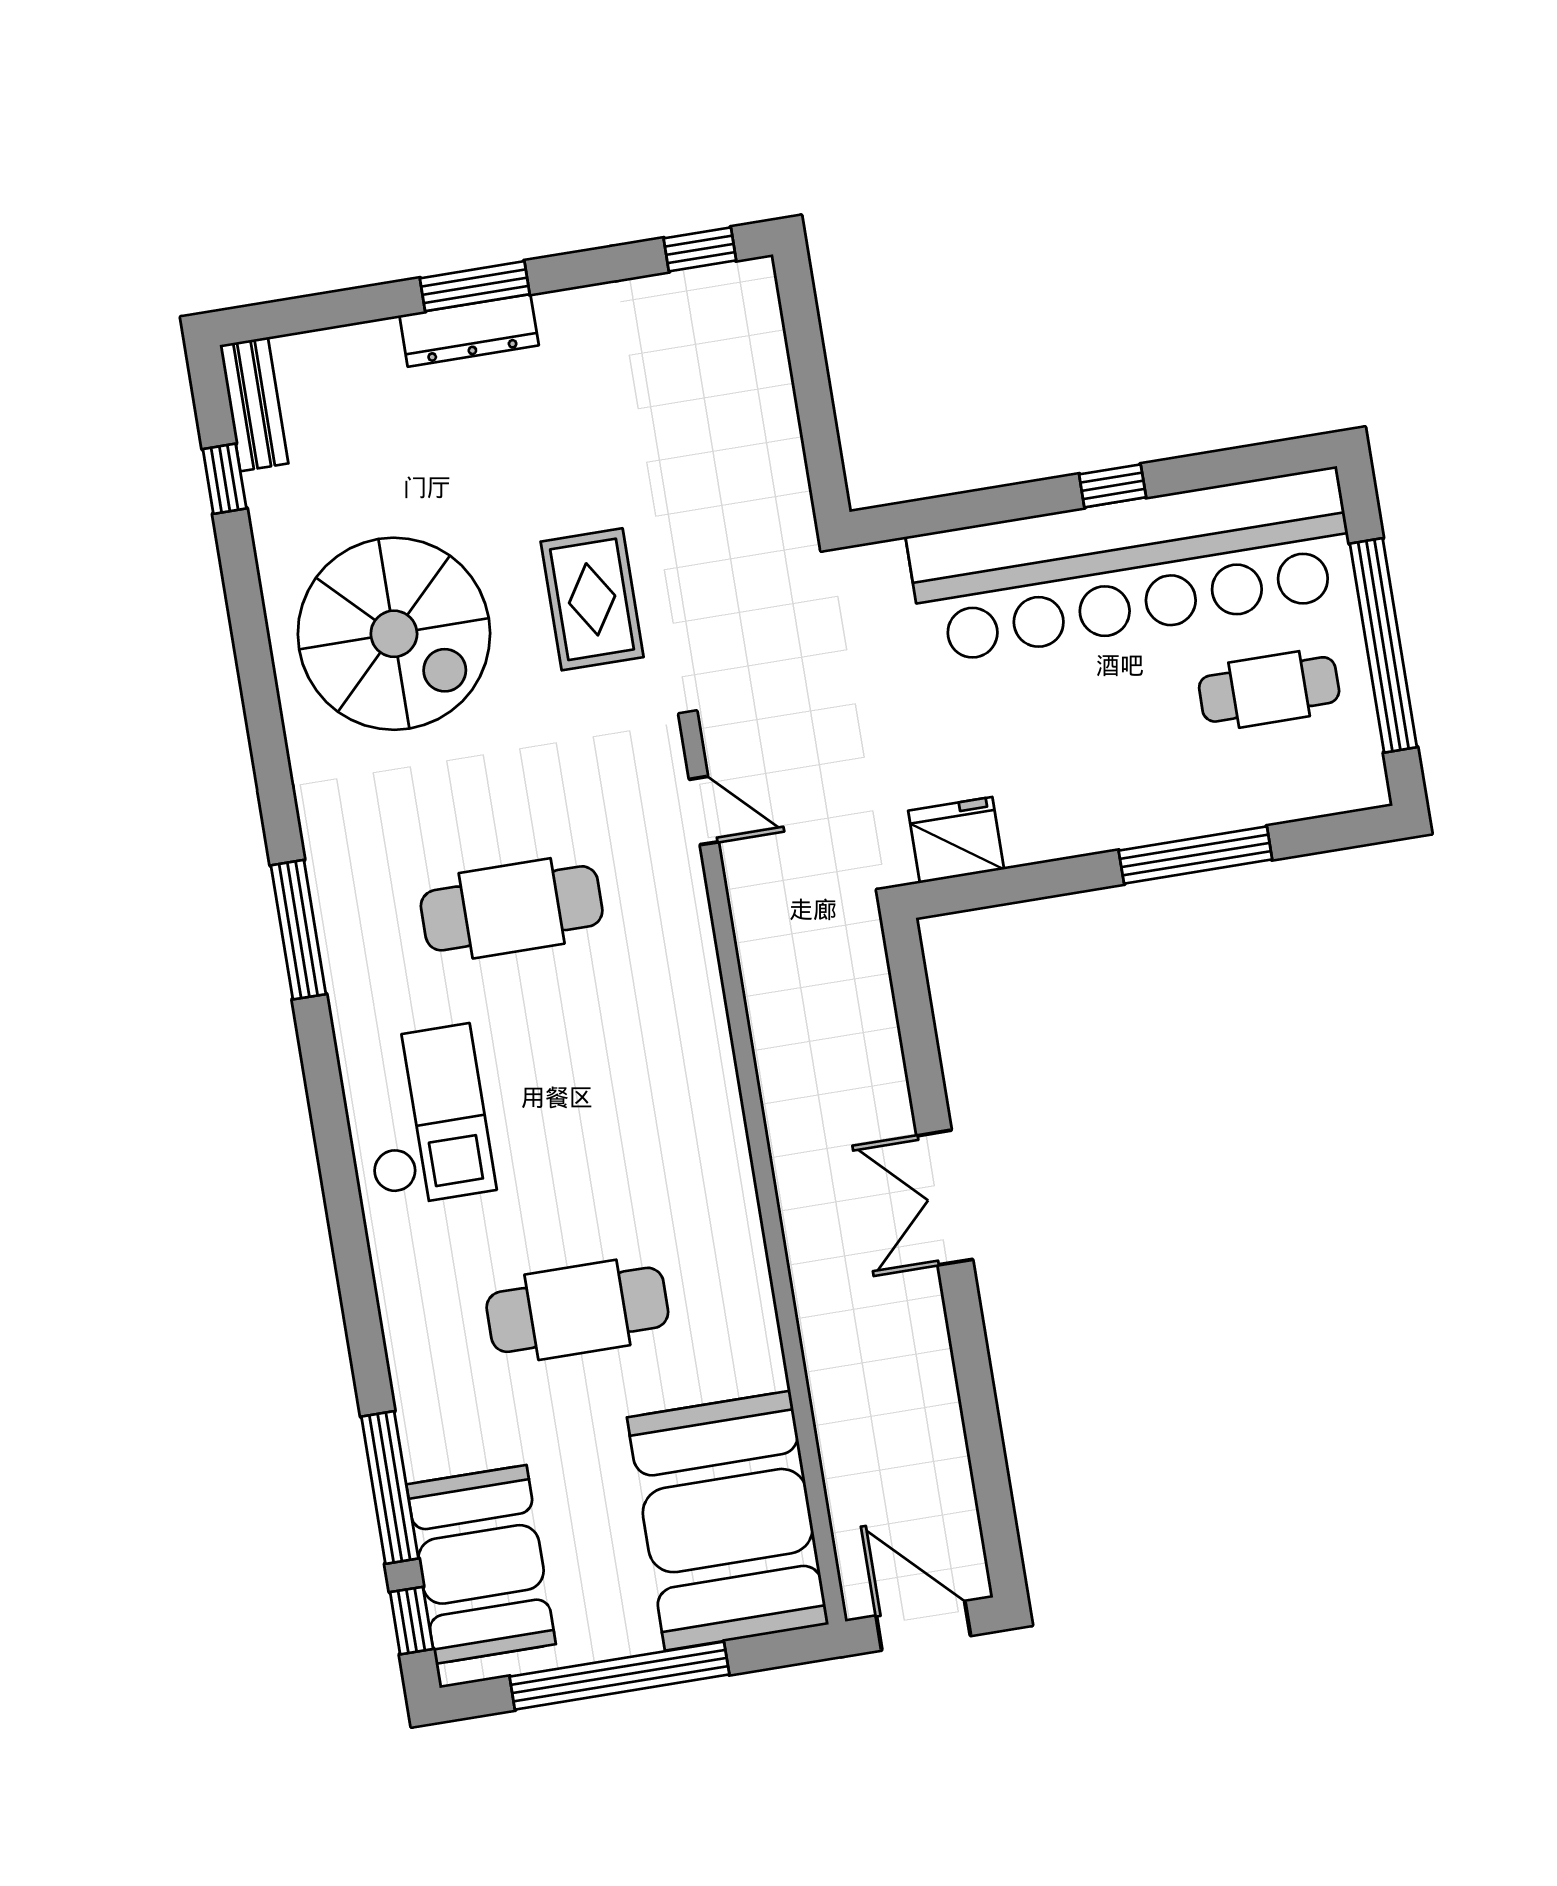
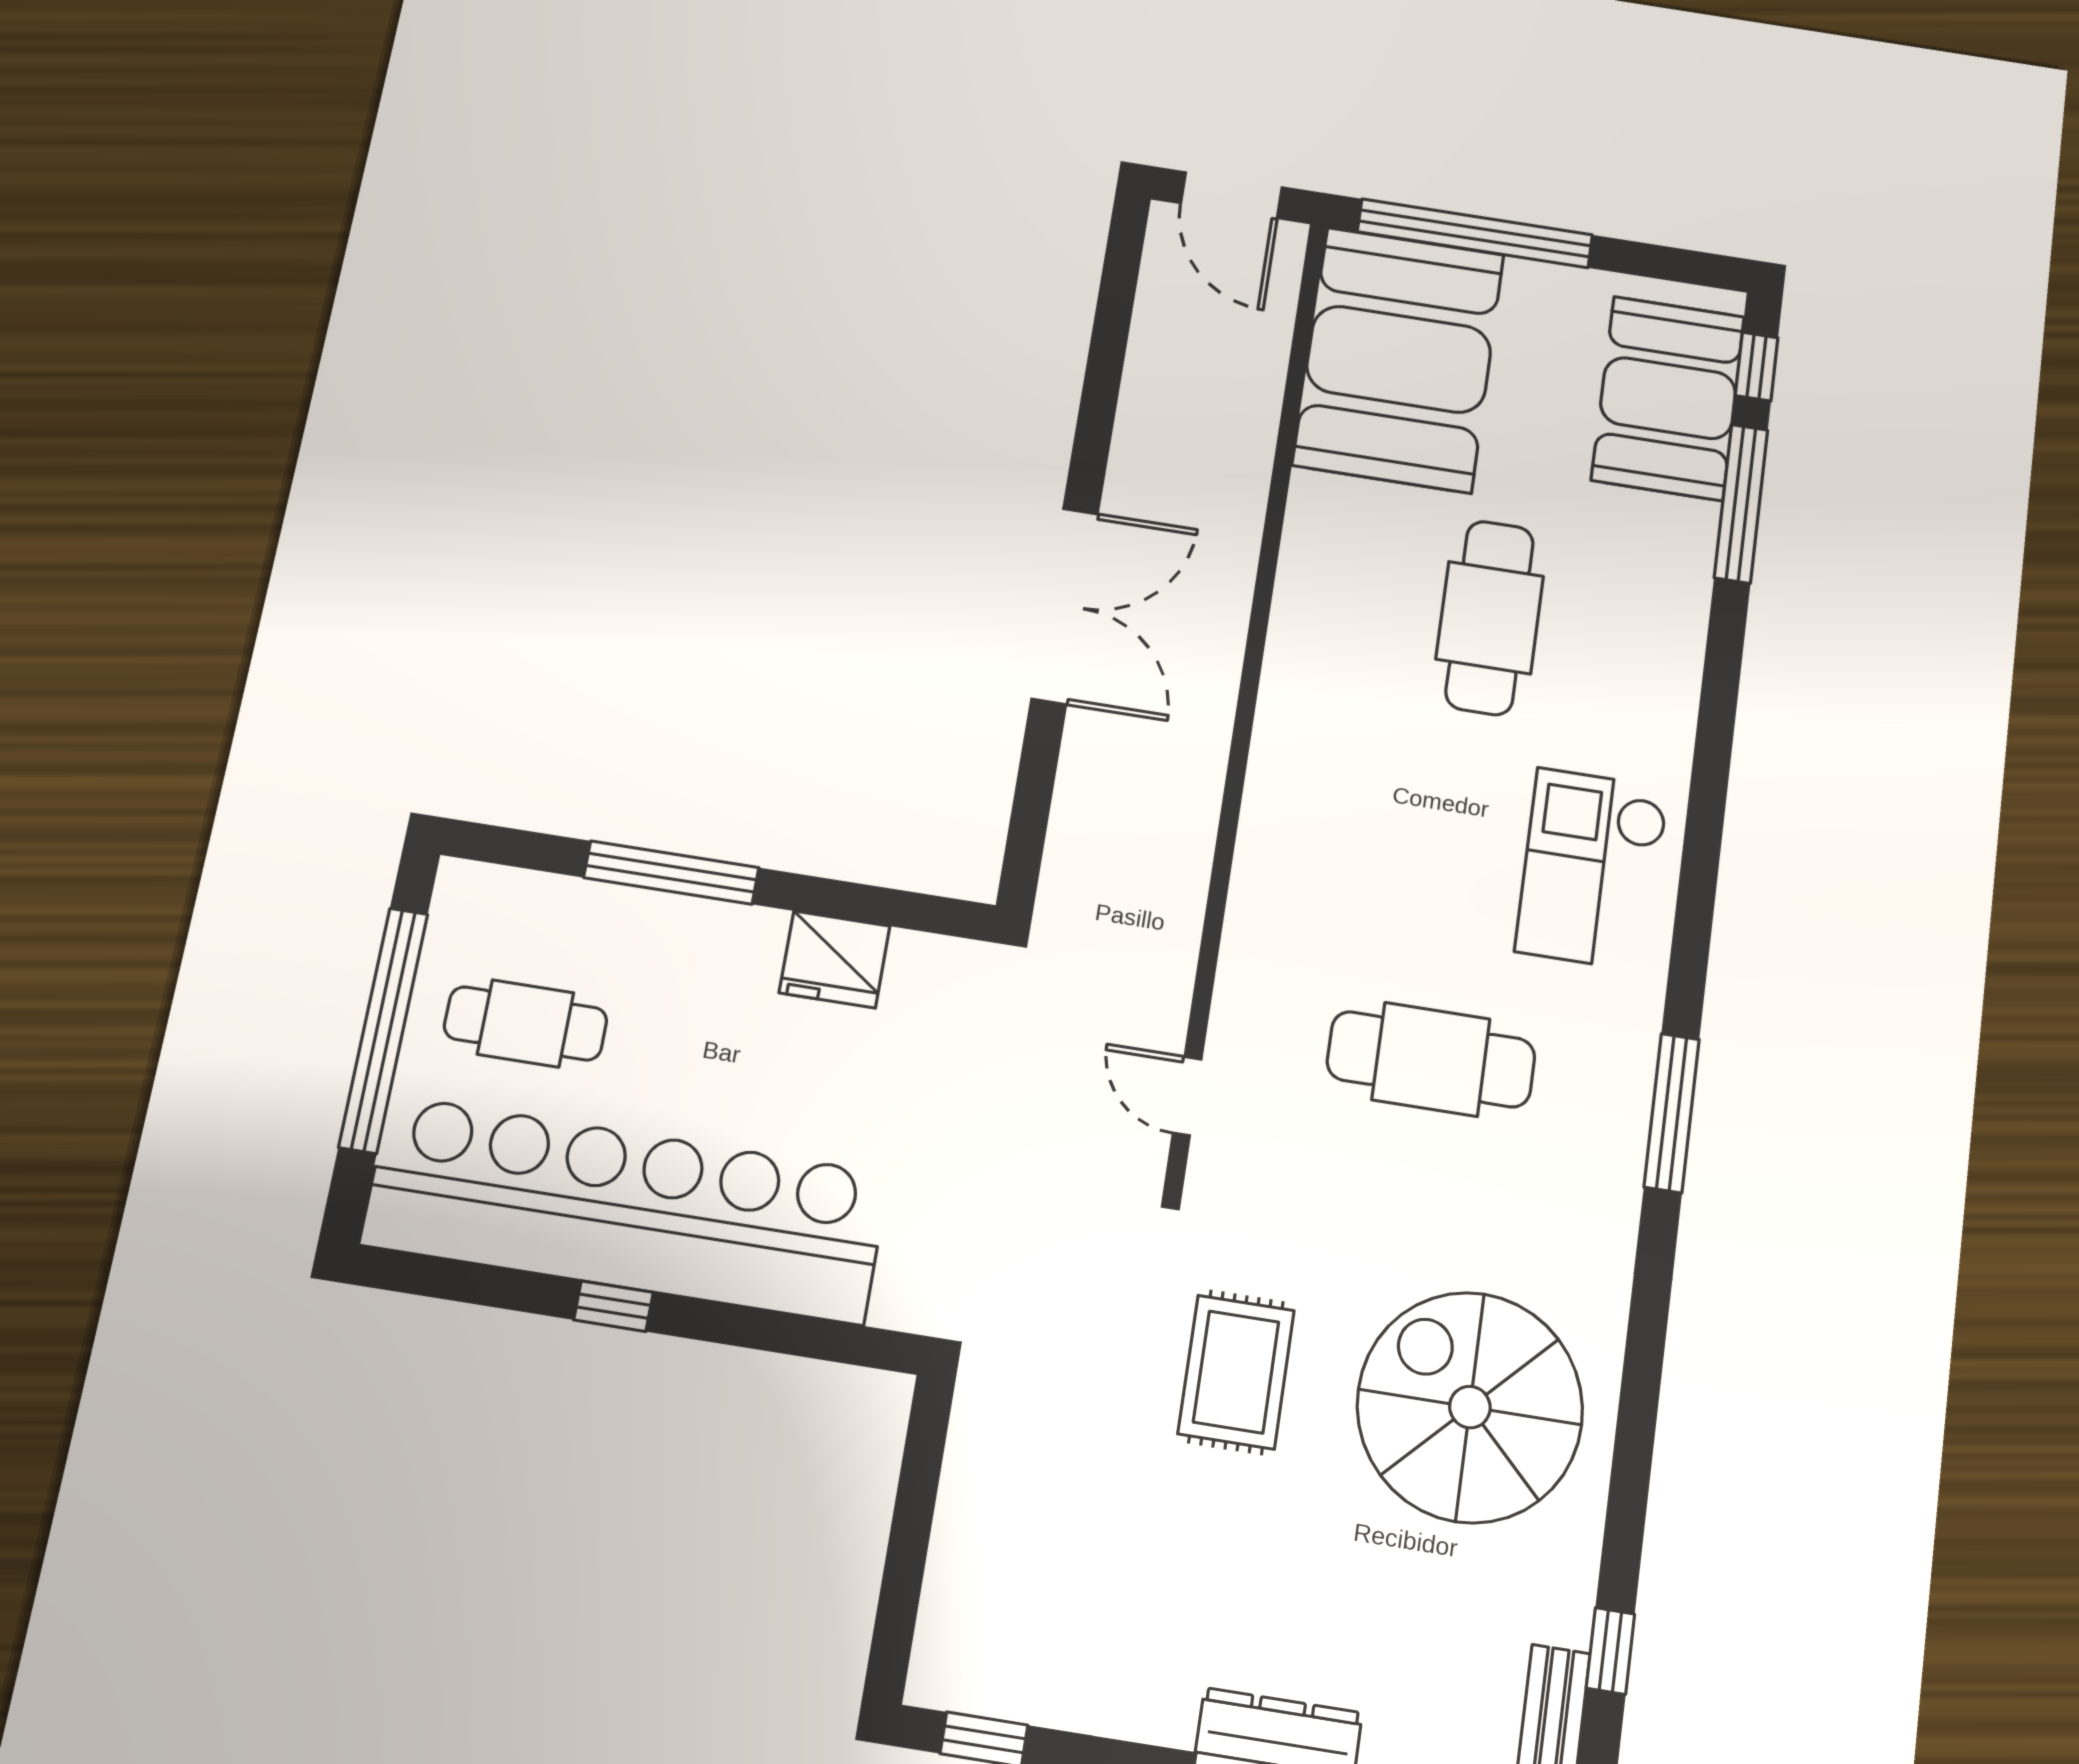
fridge: (956, 840) -> (835, 959), moved
double door: (945, 1198) -> (1065, 606), width x1.37
cafe table: (577, 1310) -> (1490, 618), turned 90
window: (619, 1676) -> (1475, 233), moved

